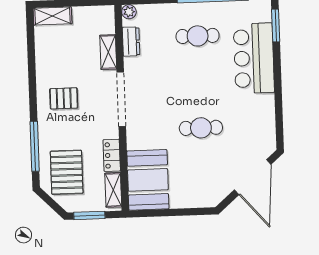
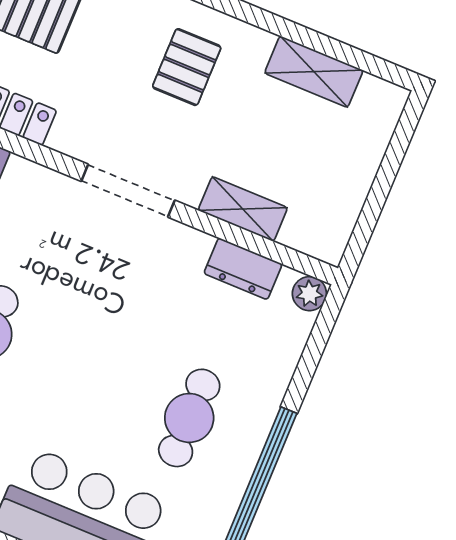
shelving: (52, 16) -> (314, 72), moved, turned 90
doorway: (121, 99) -> (128, 191), width x0.73

